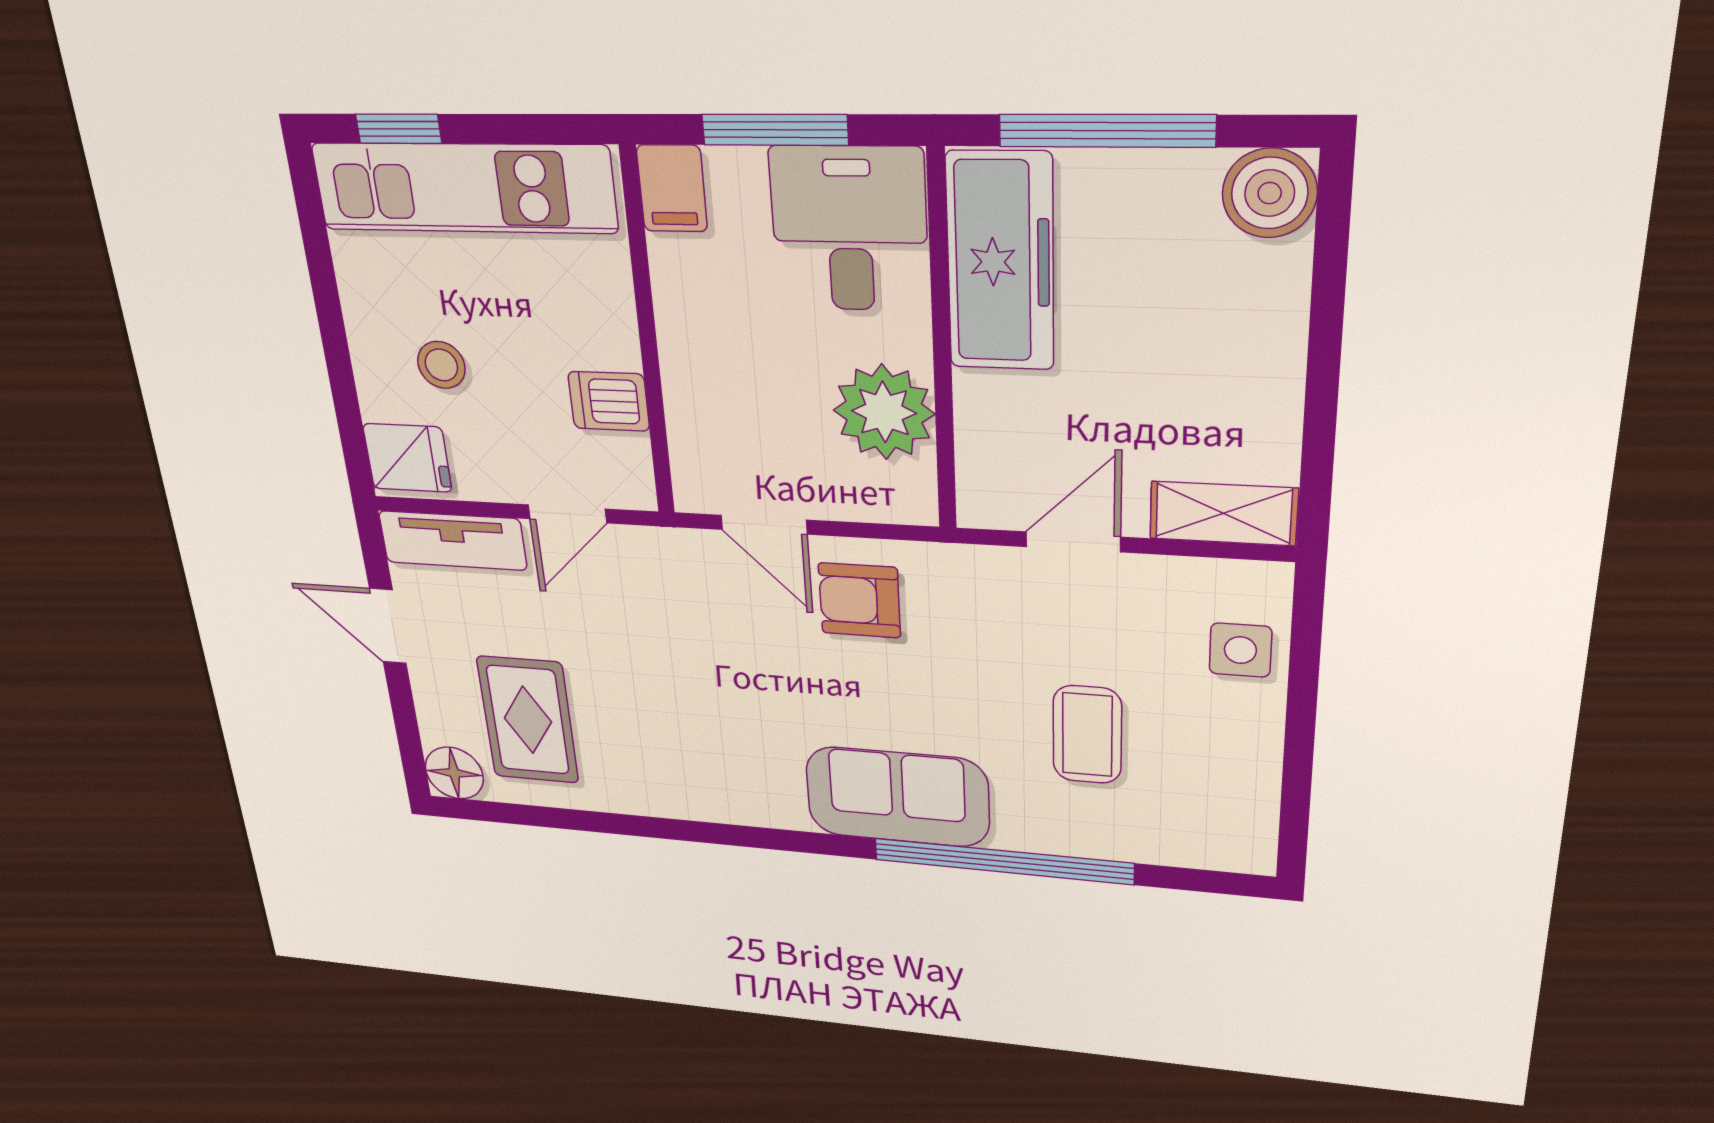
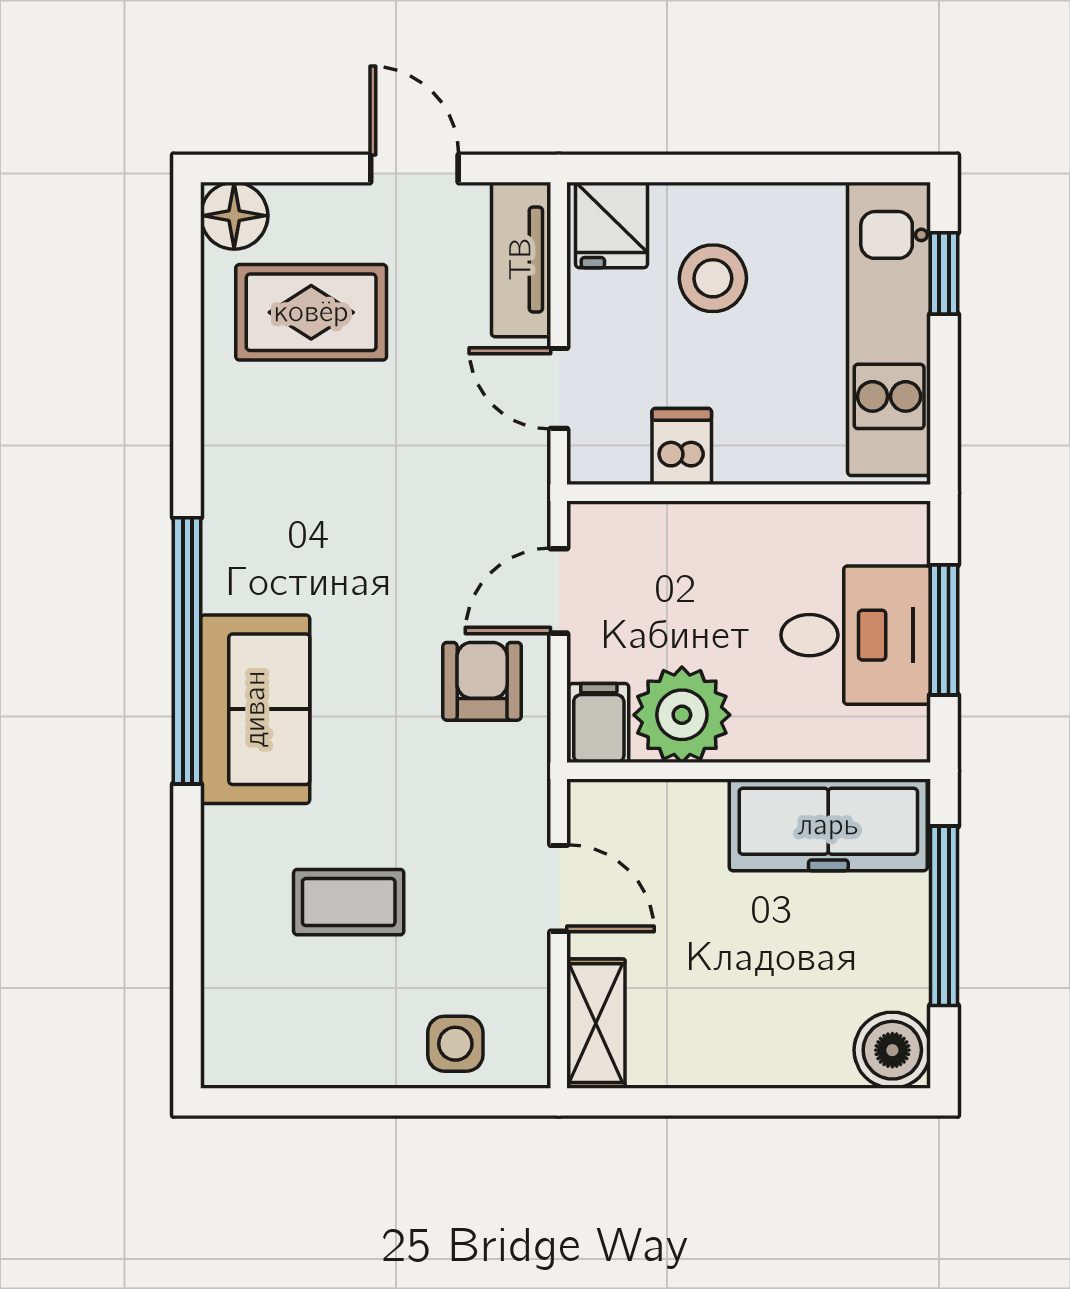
filing cabinet: (672, 188) -> (599, 723), moved, turned 90
desk: (849, 229) -> (856, 635), moved
stool: (441, 365) -> (713, 278), width x1.37, depth x1.37
door: (388, 626) -> (414, 169), hinge flipped
window: (1003, 861) -> (187, 651), moved

